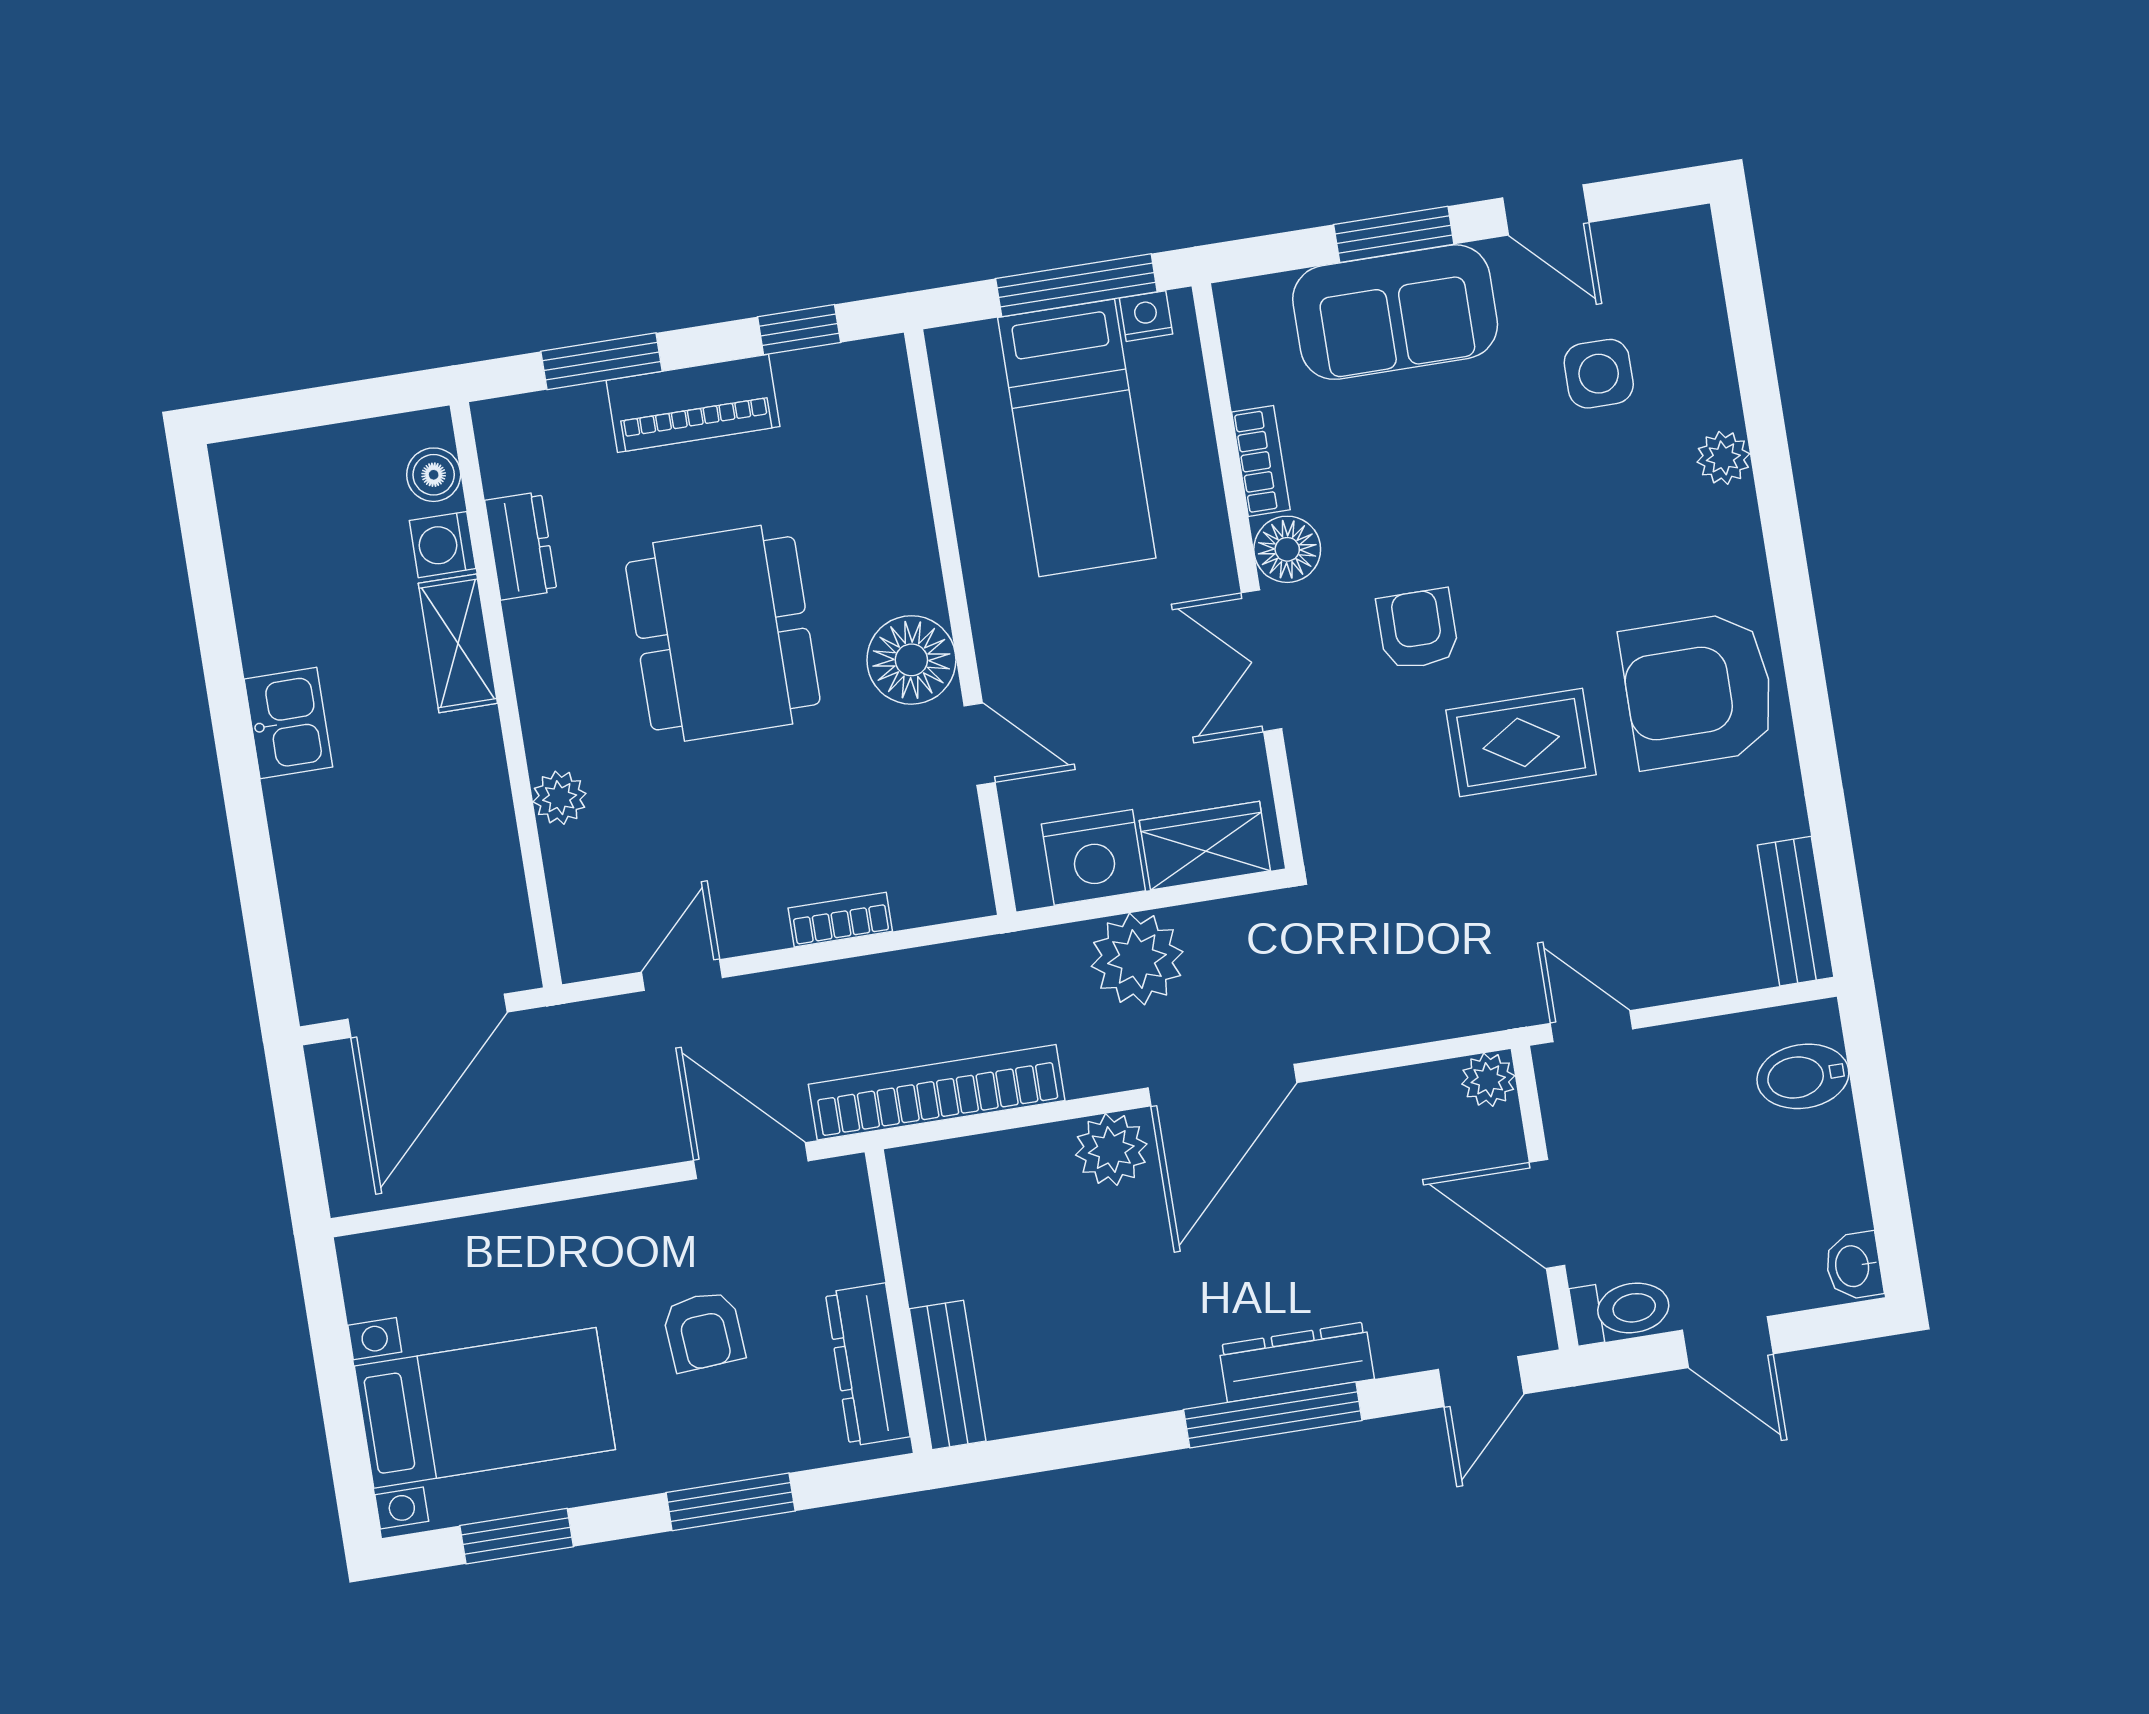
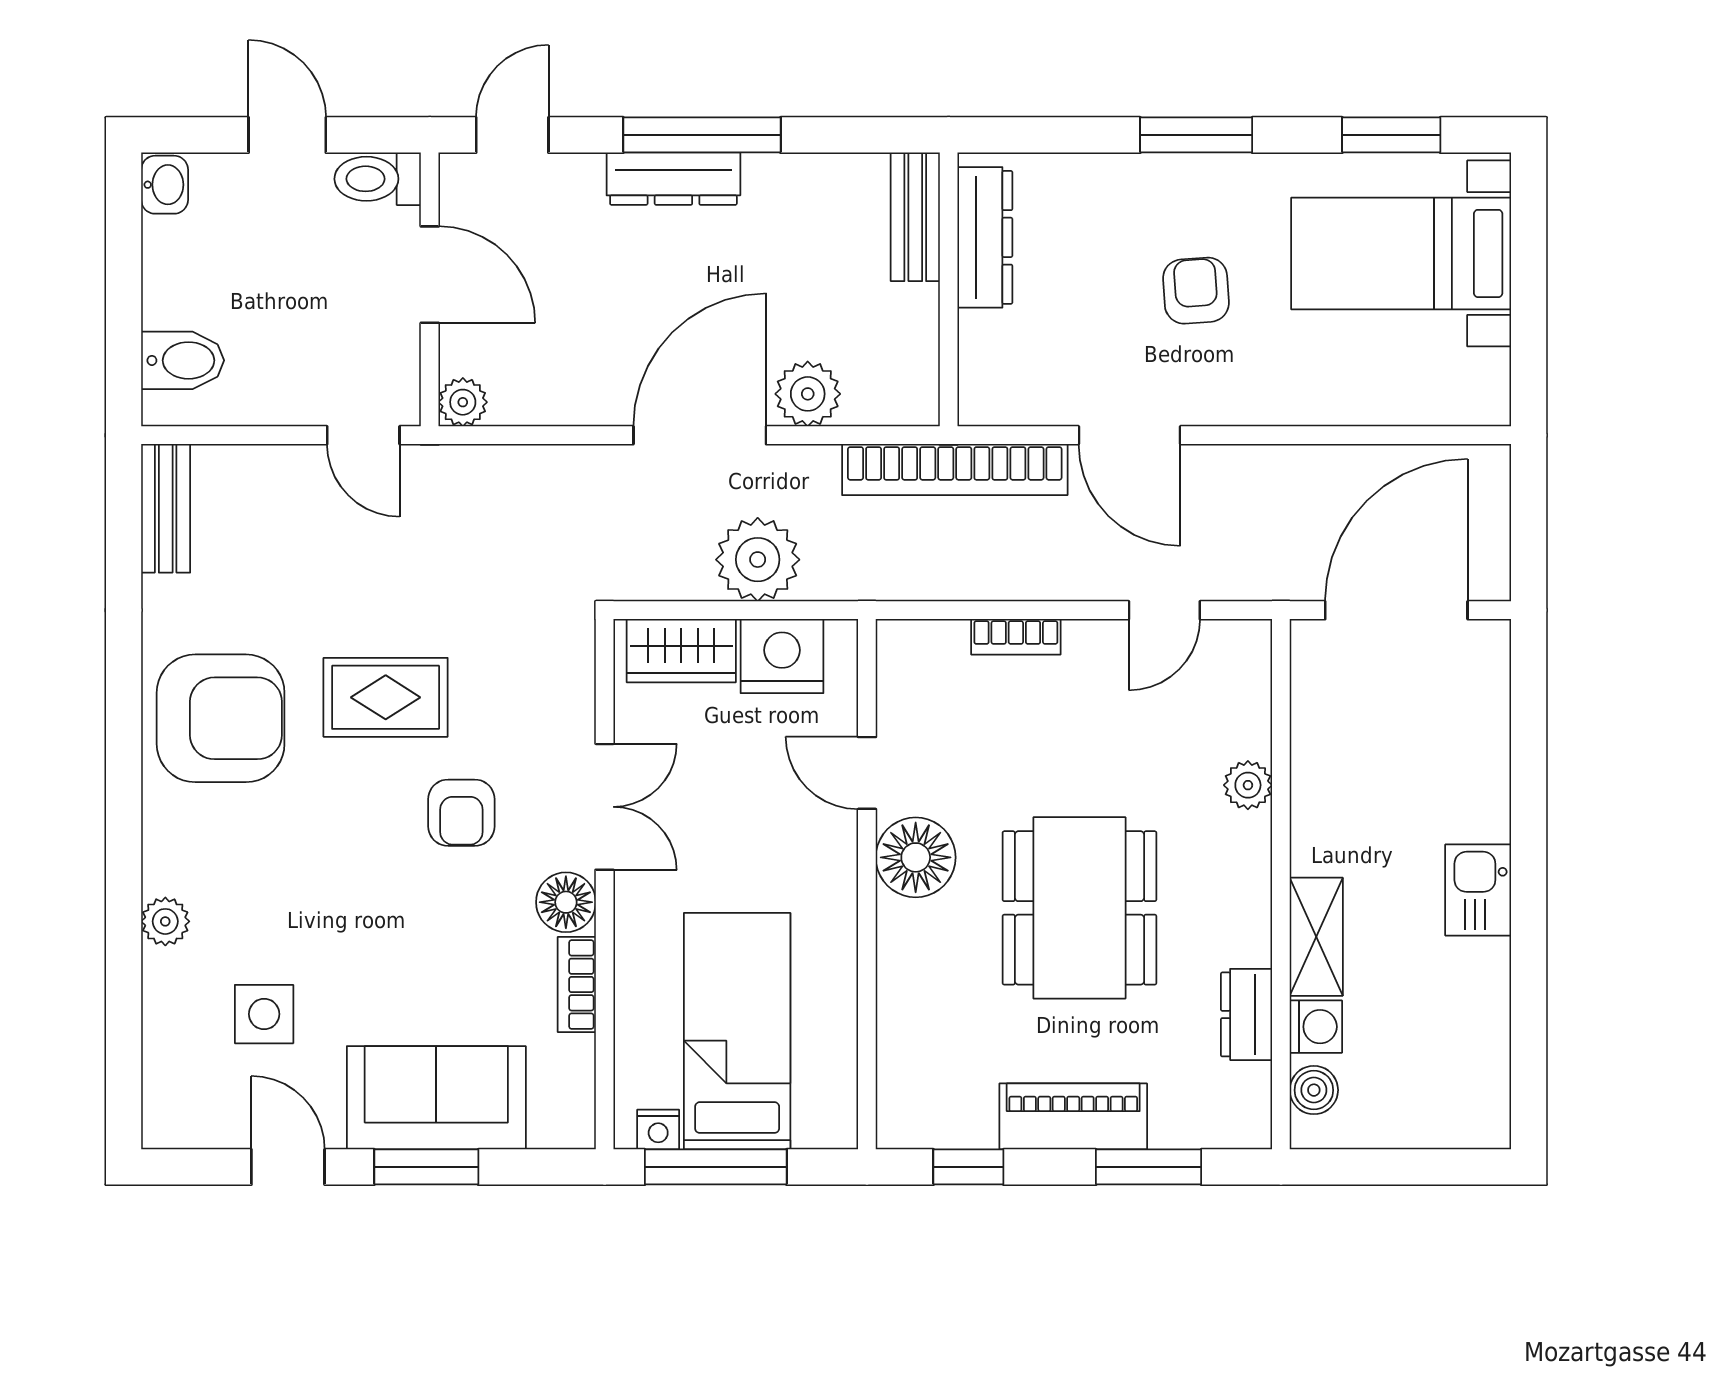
wall: (898, 1301) -> (949, 289), moved
dresser: (868, 1365) -> (985, 237), moved
bench: (948, 1375) -> (915, 217), moved

